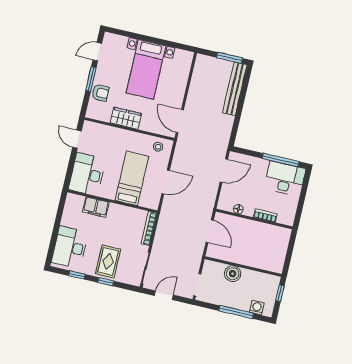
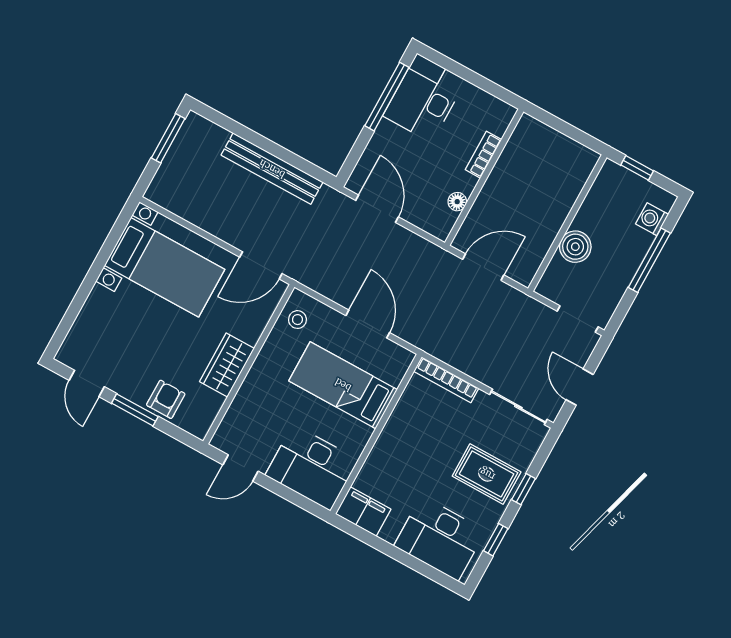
bed with nightstands: (146, 69) -> (165, 267), moved
bench: (235, 89) -> (272, 169), moved
filing cabinet: (96, 207) -> (363, 512), moved, turned -90

